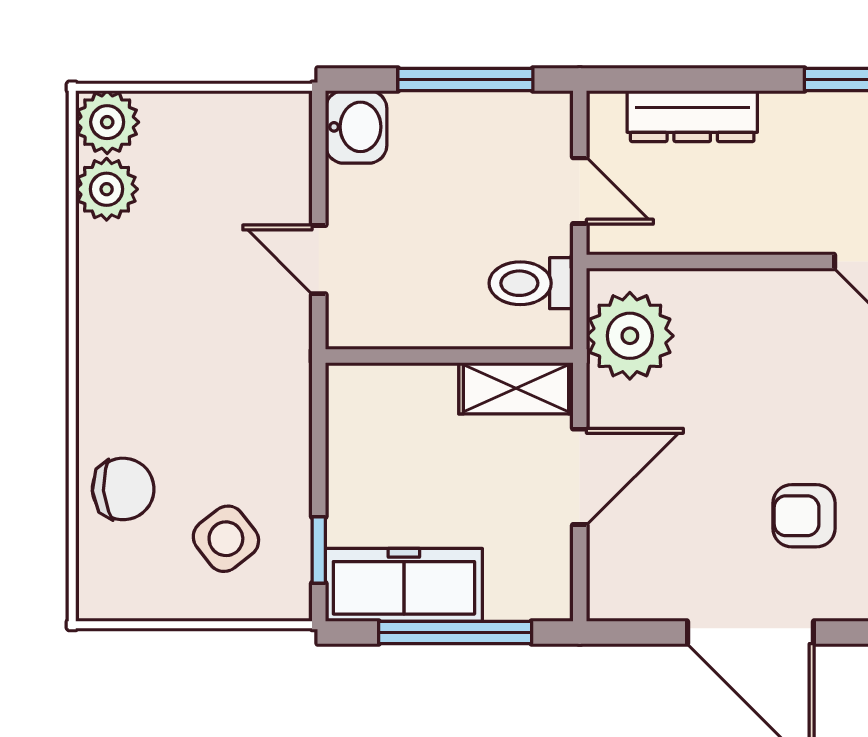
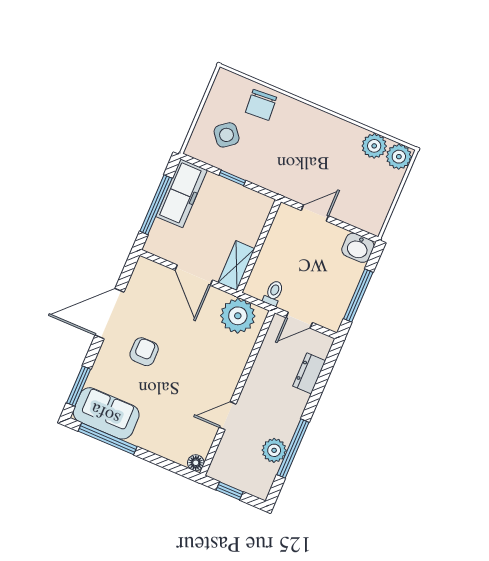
dresser: (692, 116) -> (309, 373), width x0.70
toilet: (531, 283) -> (273, 293), width x0.73, depth x0.72
window: (319, 550) -> (232, 178), moved

